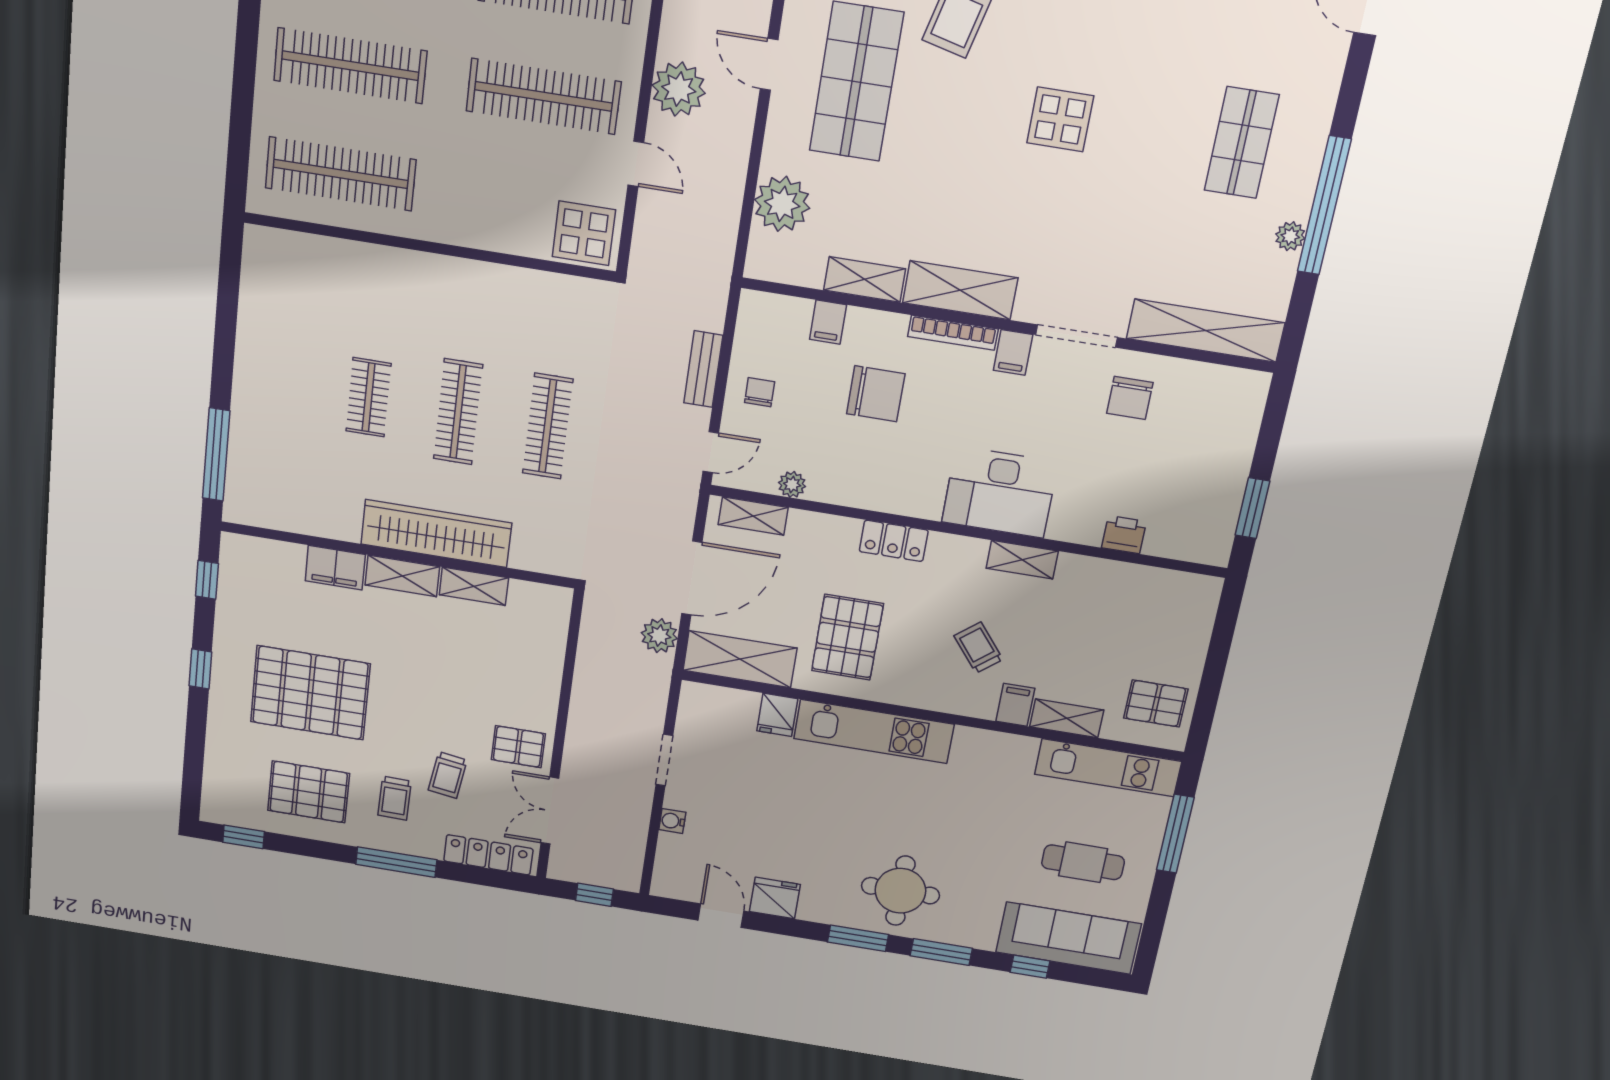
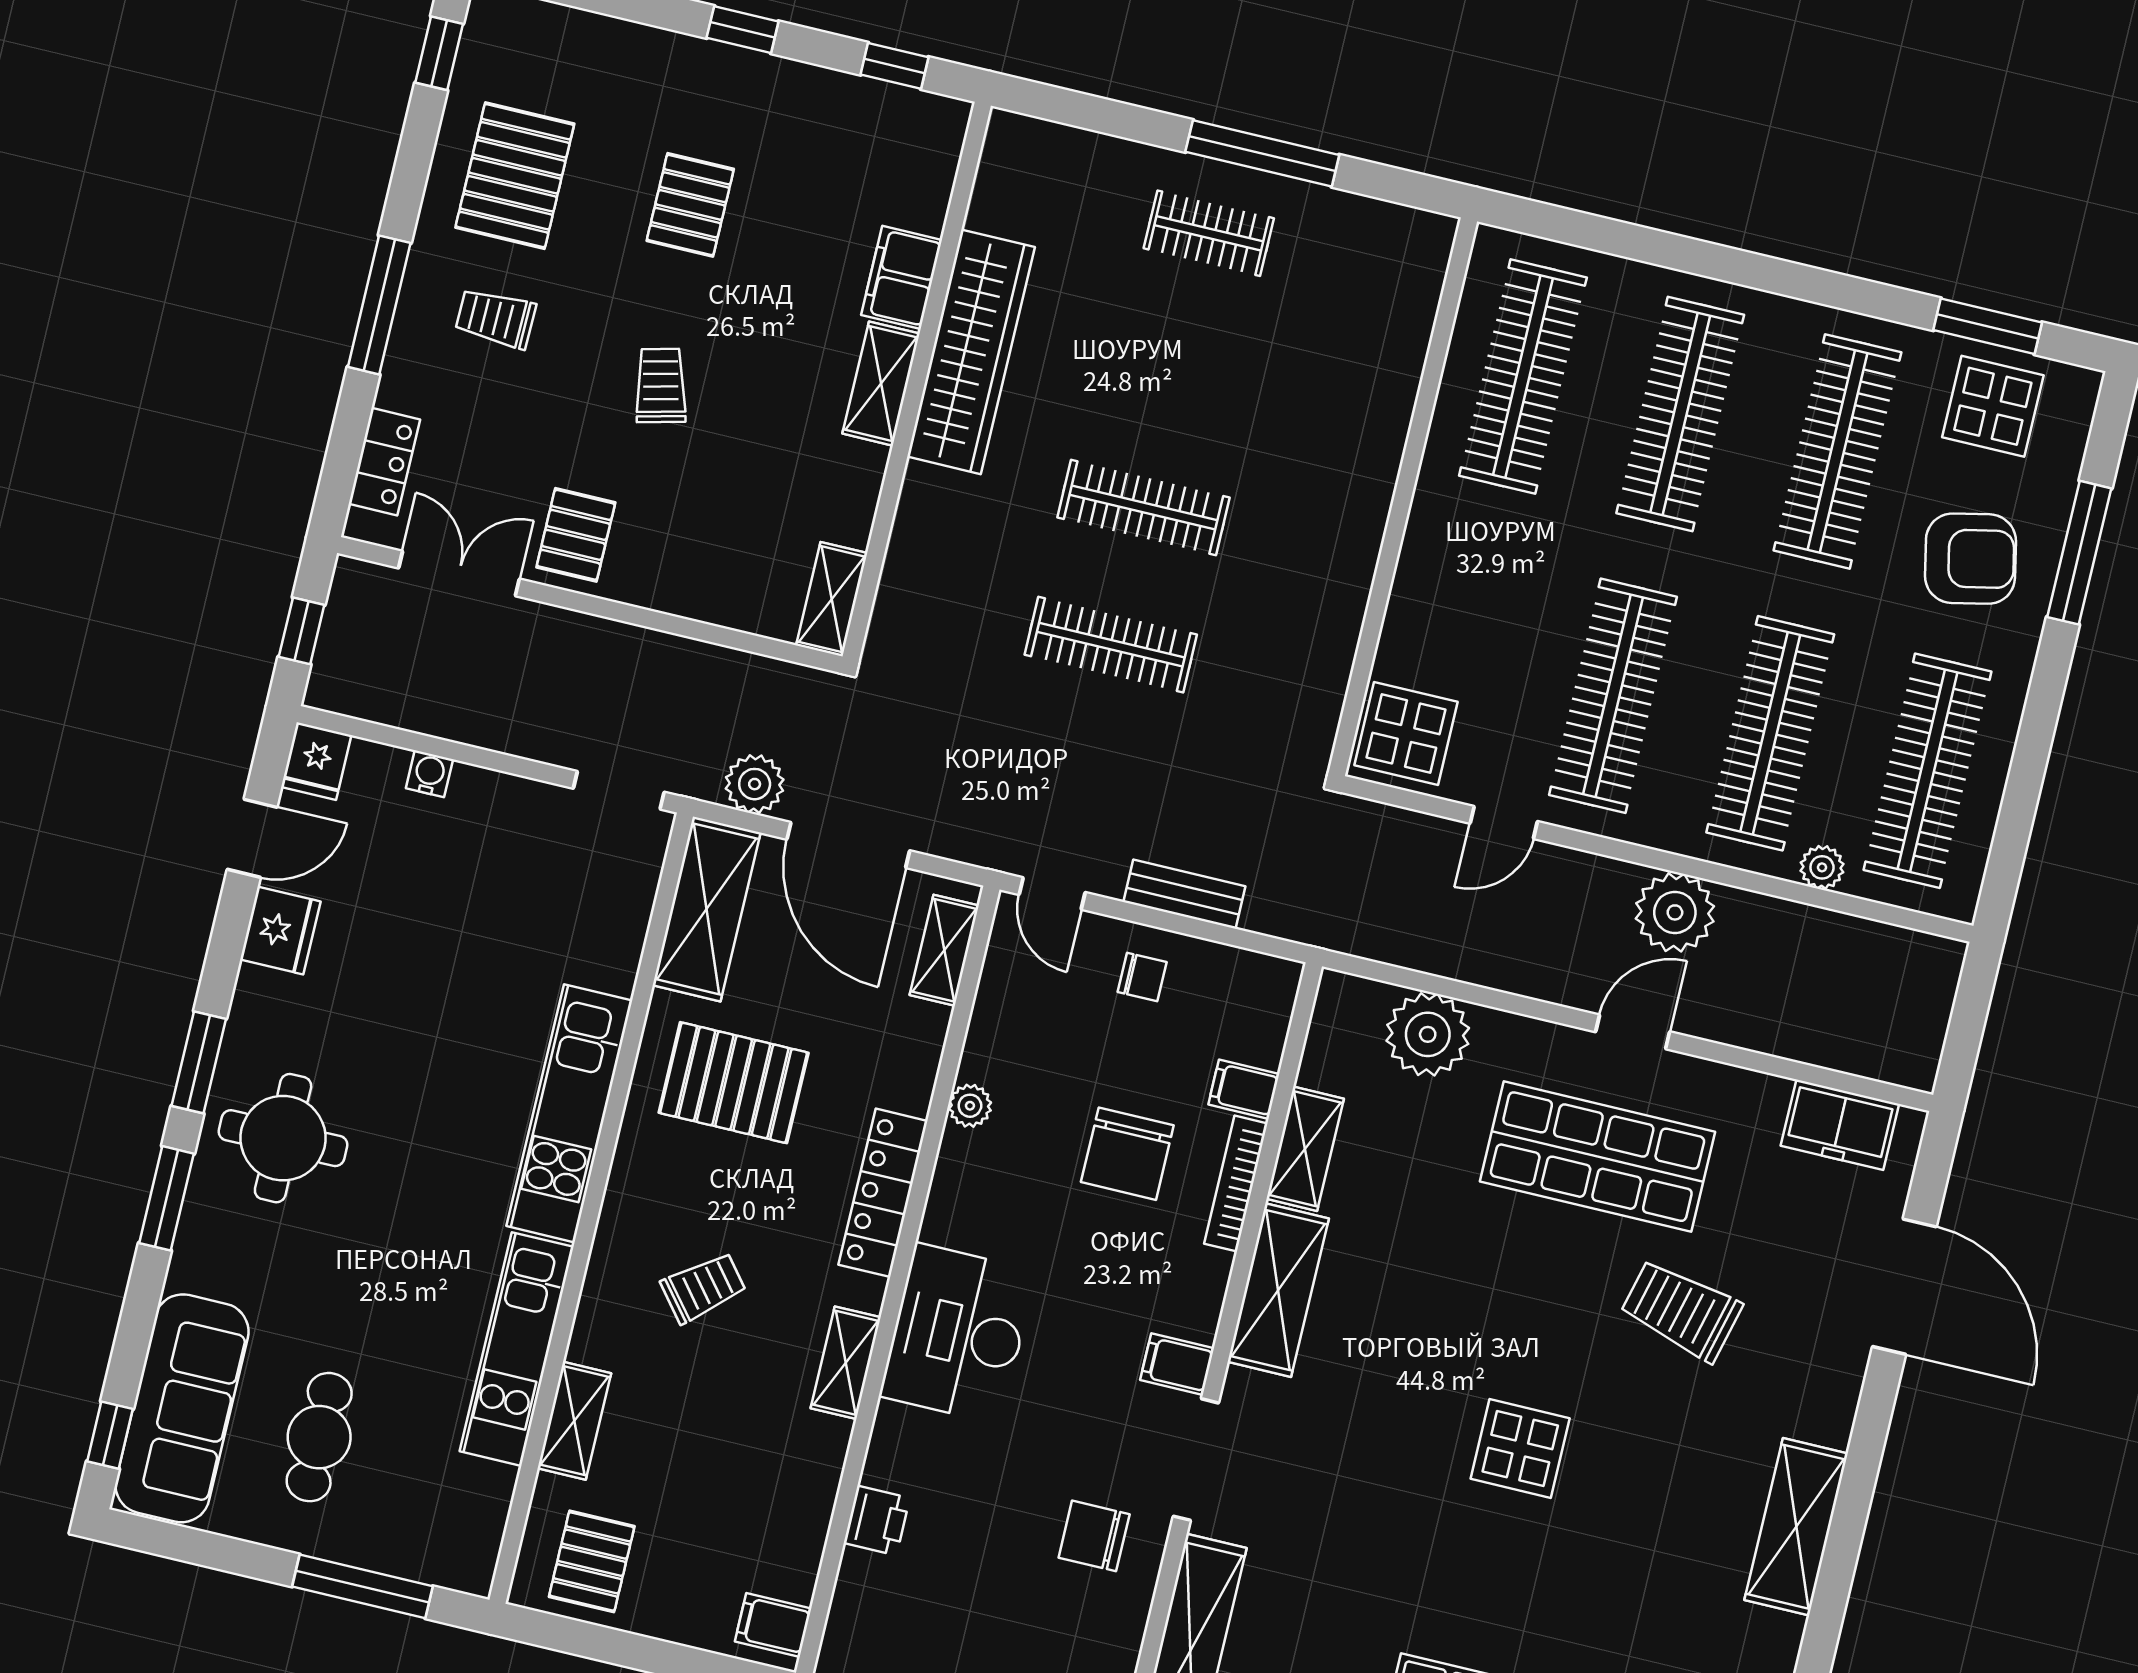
plant: (679, 89) -> (1675, 912), moved
bookcase: (953, 333) -> (1236, 1184), moved
clothes rail: (369, 397) -> (1209, 233), moved
window: (216, 455) -> (1262, 153), moved
plant: (792, 484) -> (970, 1106), moved
wardrobe: (436, 533) -> (971, 352), moved
locker: (894, 541) -> (883, 1193), width x1.53
shelving: (474, 586) -> (832, 599), moved
pallet: (310, 693) -> (690, 205), width x0.49, depth x0.50
filing cabinet: (1015, 705) -> (773, 1625), moved, turned 180
fridge: (777, 715) -> (316, 761), moved, turned -90
doorway: (664, 760) -> (619, 790), moved
kitchen unit: (1108, 768) -> (517, 1349), moved
trolley: (448, 775) -> (661, 385), moved, turned 68
locker: (488, 855) -> (384, 462), width x0.66
window: (1030, 967) -> (110, 1435), moved

